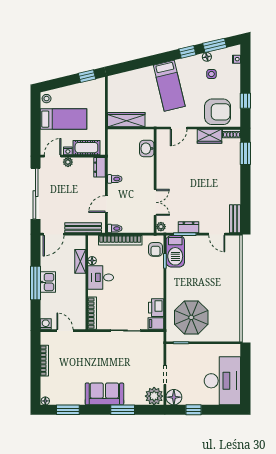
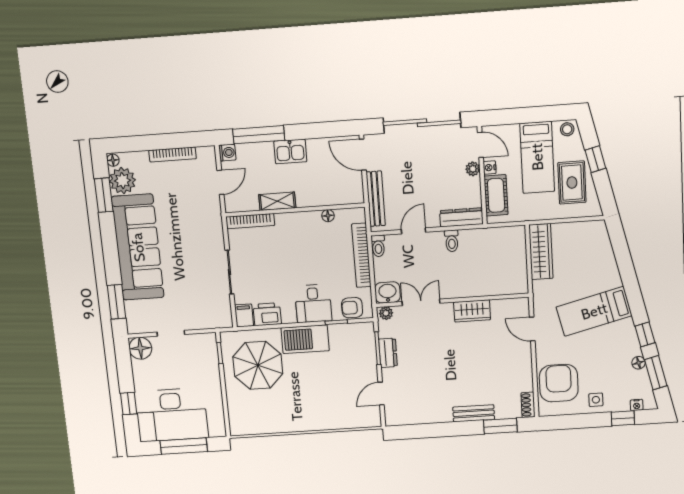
side table: (211, 74) -> (596, 400), moved
window: (87, 76) -> (595, 159), moved
rug: (82, 97) -> (572, 183), added
window: (245, 101) -> (623, 418), moved
armchair: (218, 112) -> (559, 383), turned 180
wardrobe: (210, 136) -> (472, 311), moved, turned -90
washbasin: (147, 148) -> (388, 292), moved
dresser: (100, 167) -> (461, 217), width x1.44
double door: (155, 202) -> (421, 302), swing flipped
door: (106, 204) -> (414, 231), hinge flipped
bench: (235, 219) -> (474, 413), moved
barbecue: (175, 251) -> (305, 339), moved
shelving: (80, 261) -> (277, 201), moved
desk: (101, 277) -> (313, 304), moved, turned 180
window: (36, 283) -> (259, 135), moved
window: (245, 375) -> (184, 446), added
sofa: (104, 394) -> (138, 247), width x1.85, depth x1.27
plant: (154, 396) -> (122, 181), moved
window: (123, 410) -> (116, 302), moved
window: (193, 410) -> (129, 404), moved

